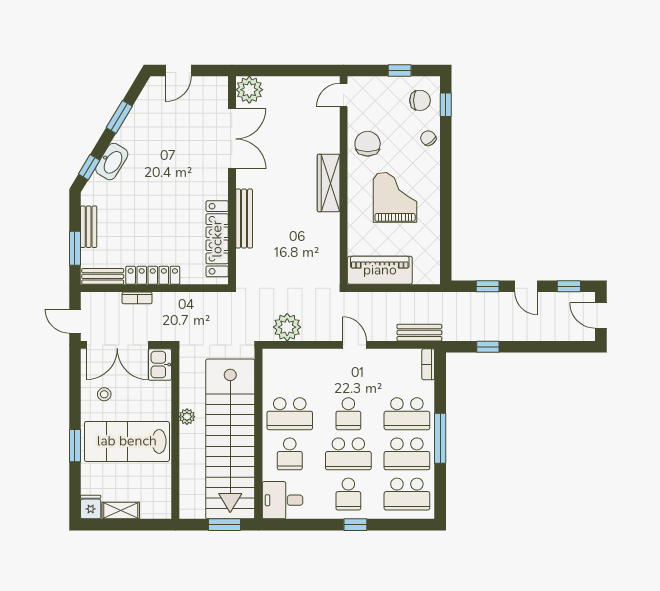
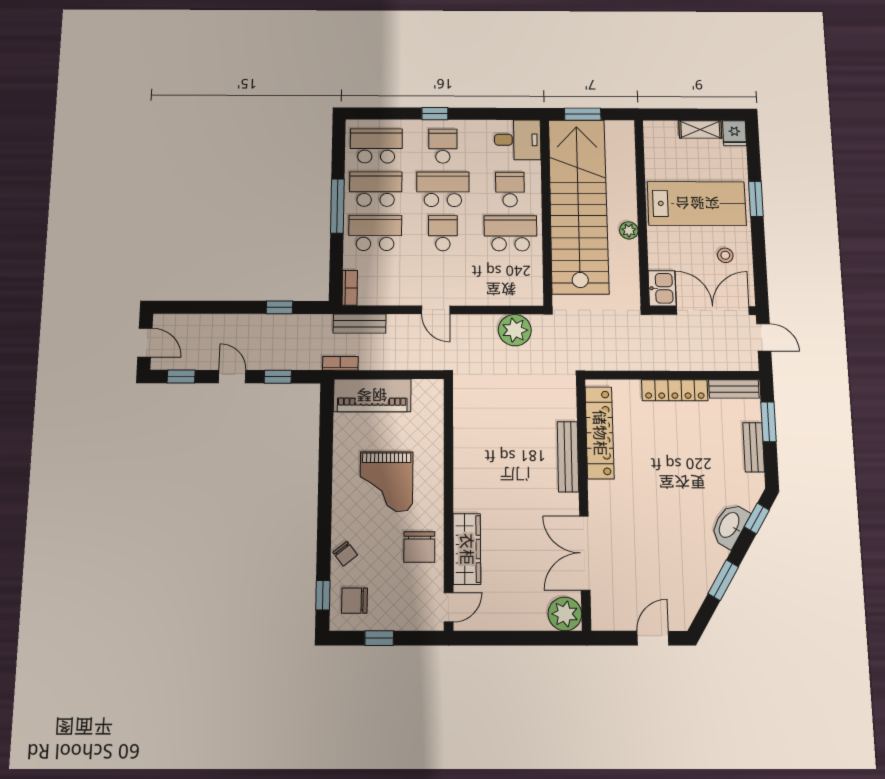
wardrobe: (329, 183) -> (467, 549), moved
piano: (380, 270) -> (372, 395), moved
bookcase: (137, 298) -> (340, 363), moved

